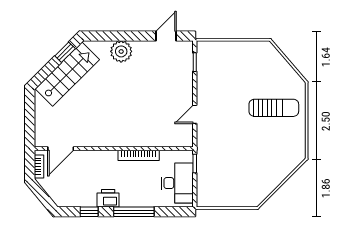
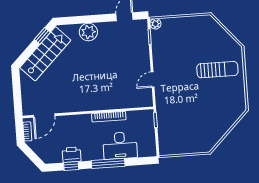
plant: (203, 47) -> (155, 24), added
desk: (177, 183) -> (120, 146), moved, turned 90
printer: (108, 198) -> (72, 155), moved

